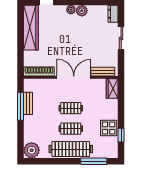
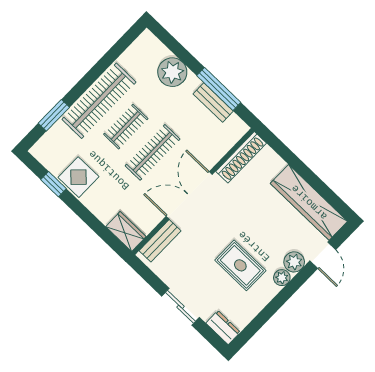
plant: (82, 11) -> (294, 262), moved
rug: (82, 31) -> (240, 265), added
double door: (74, 77) -> (189, 195), swing flipped
clothes rail: (71, 108) -> (153, 152), width x1.36
plant: (32, 150) -> (172, 72), moved
window: (94, 161) -> (54, 115), width x0.69

